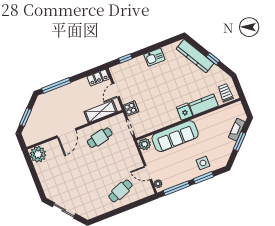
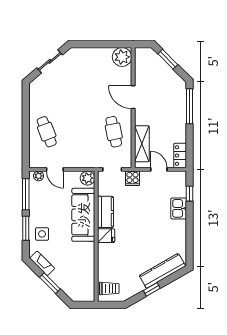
kitchen sink: (154, 57) -> (179, 208), moved
kitchen counter: (204, 105) -> (106, 212), moved
fireplace: (237, 130) -> (42, 263), moved
door: (148, 173) -> (55, 169), swing flipped

